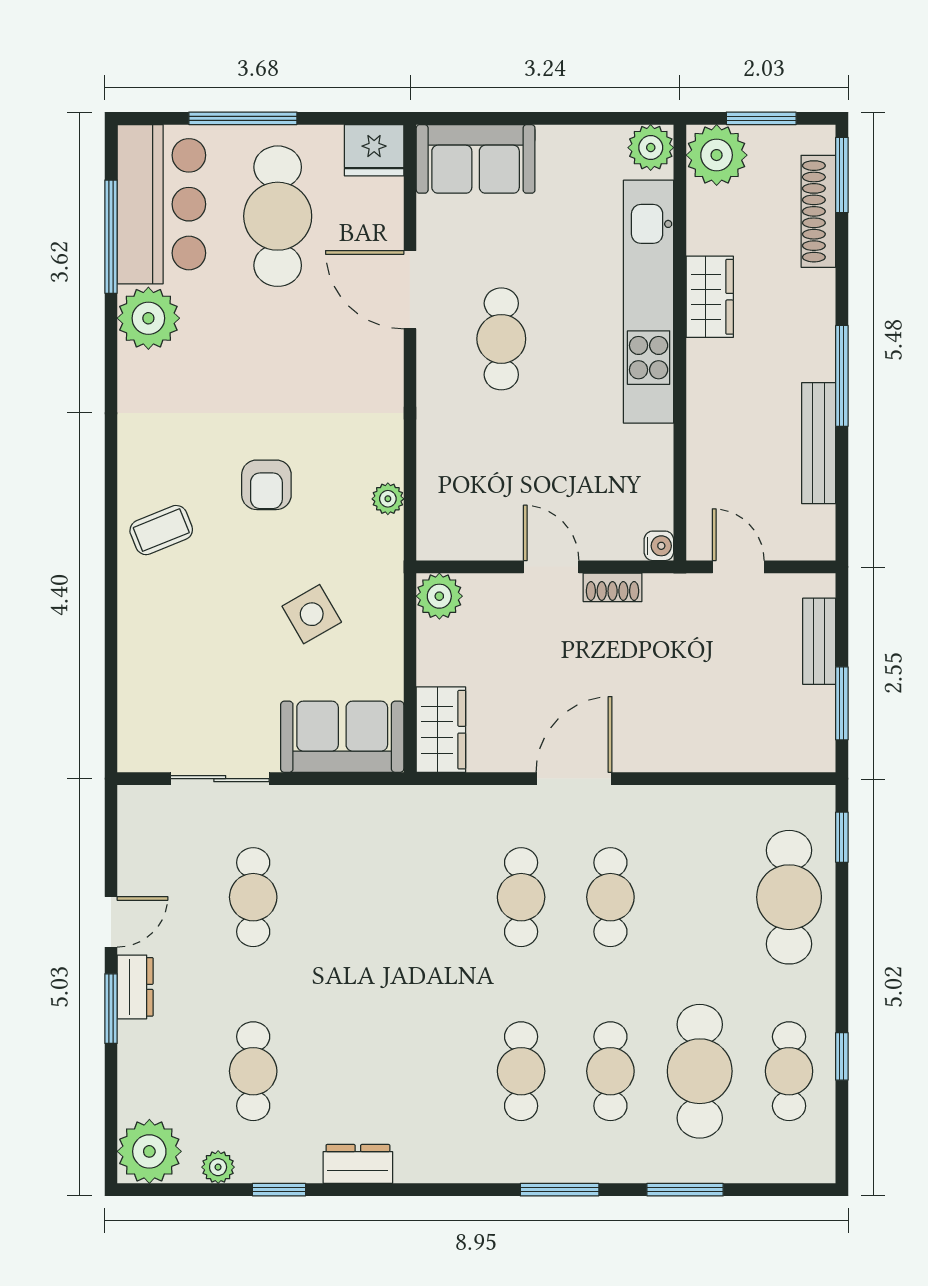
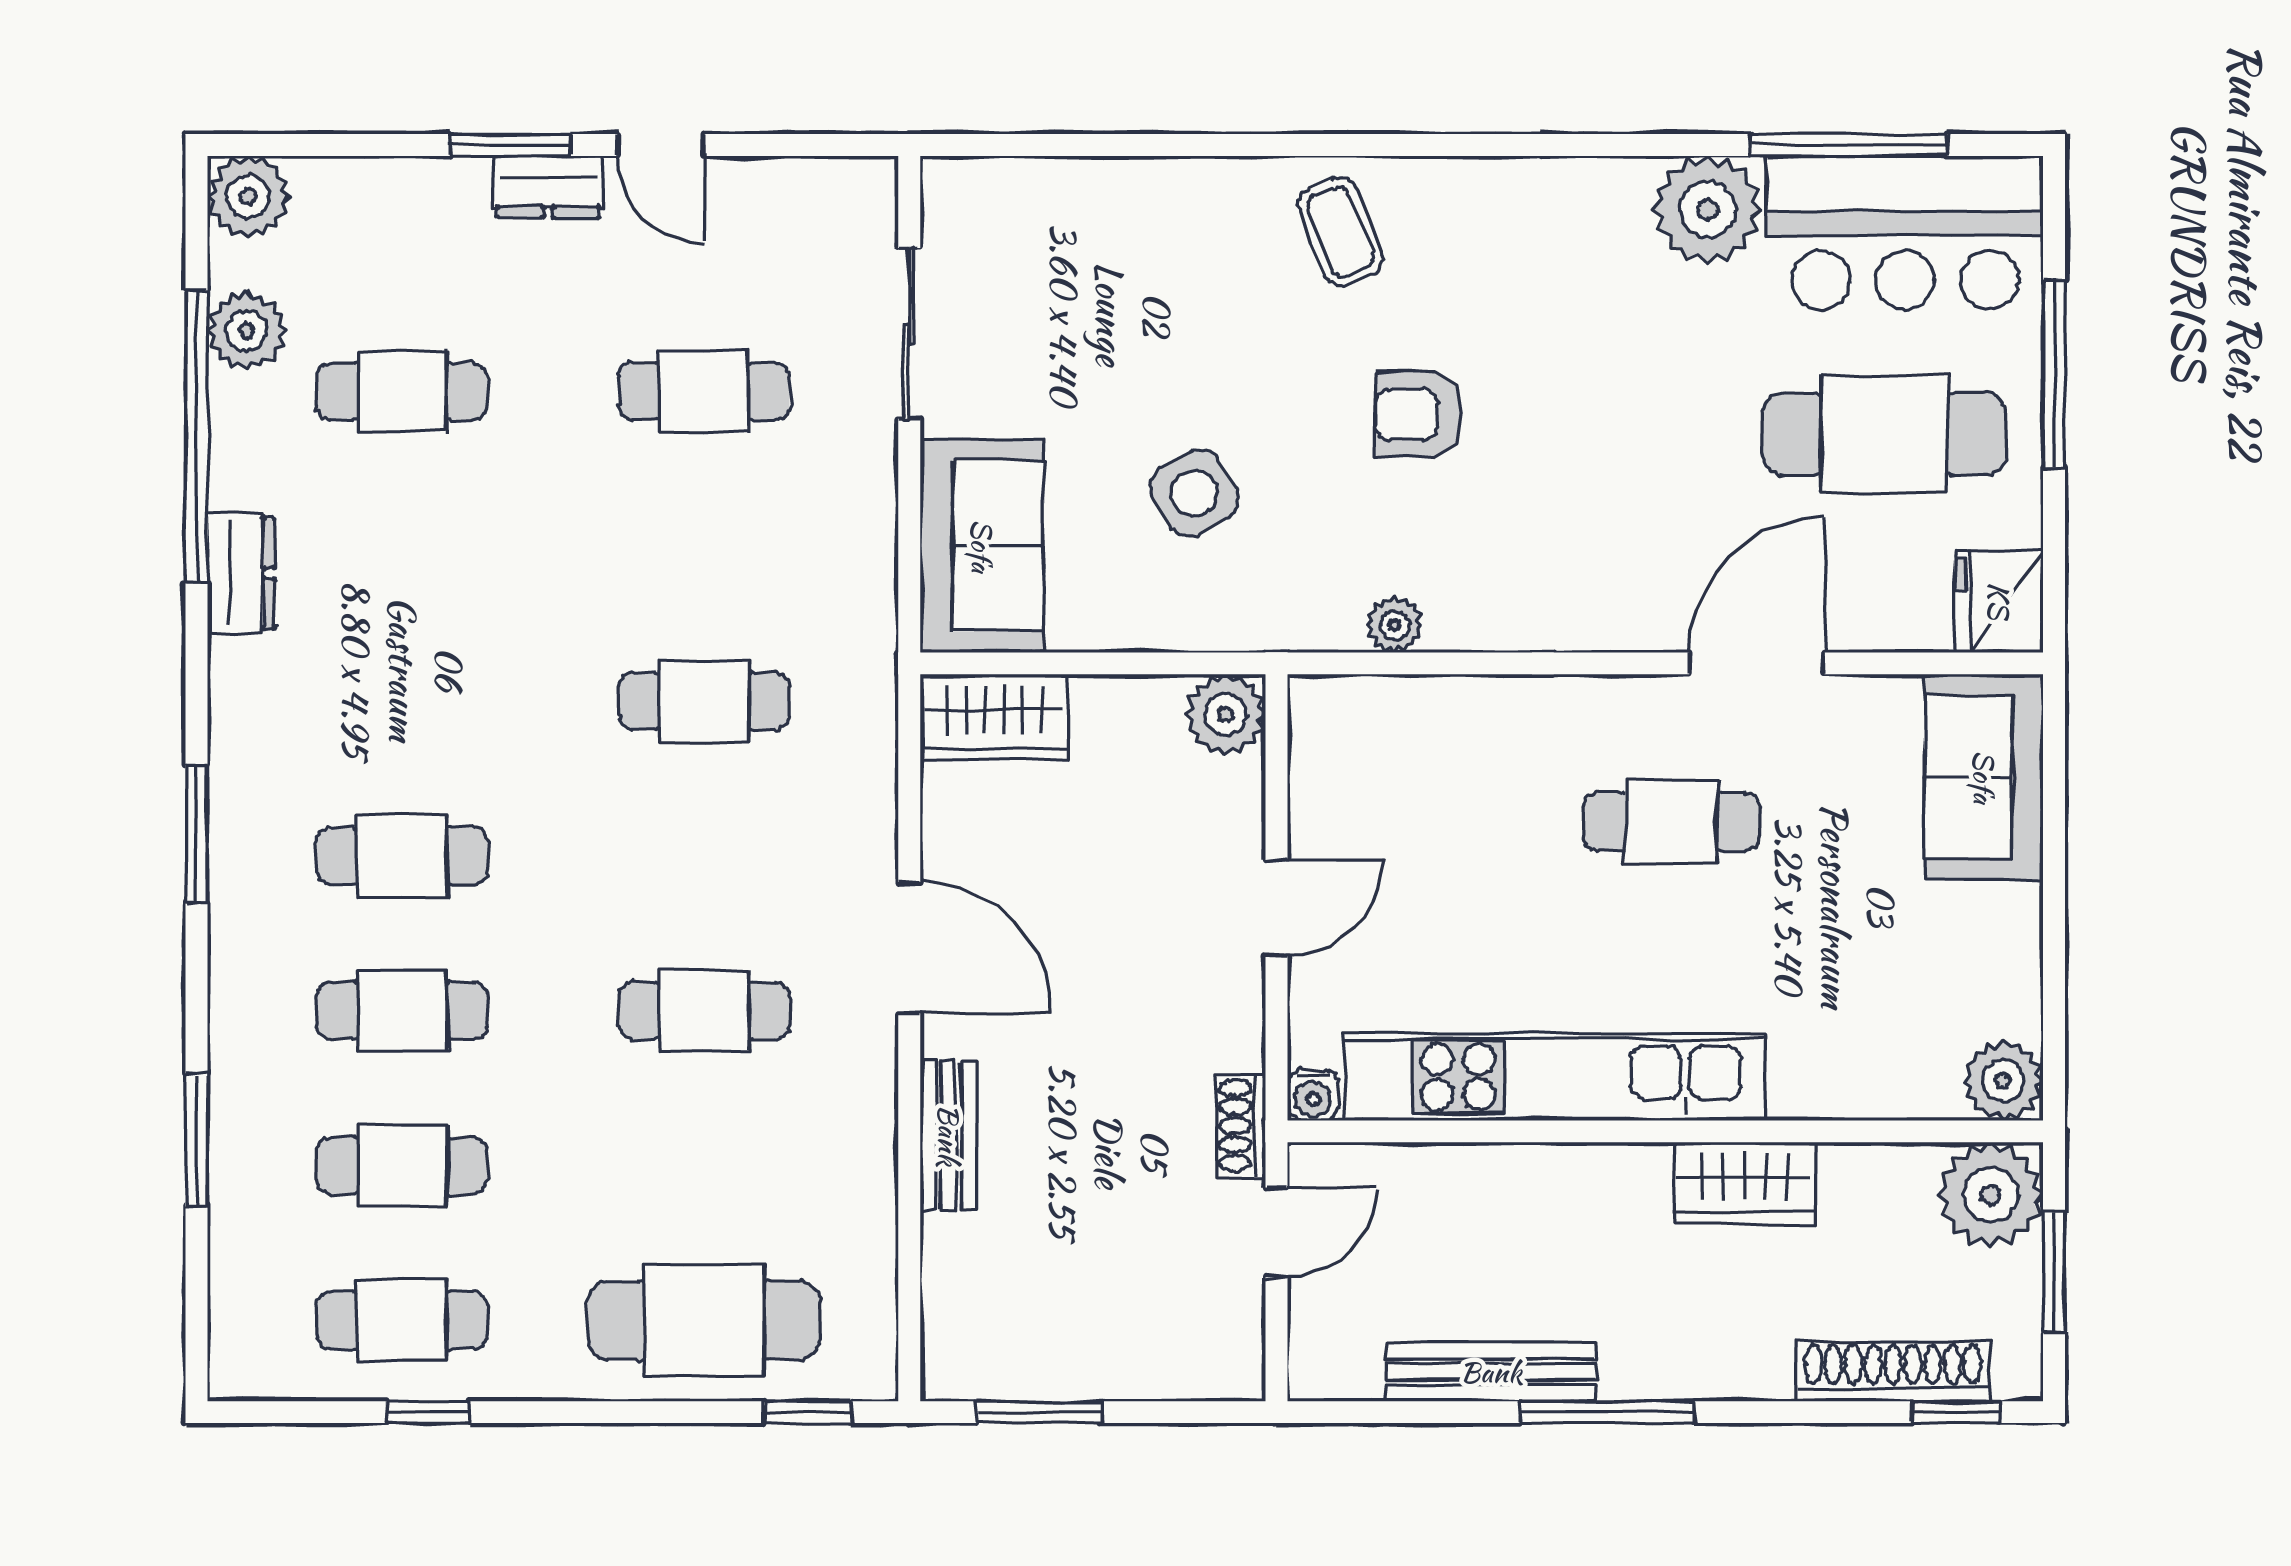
window: (842, 175) -> (1956, 1412), width x0.67
kitchen unit: (649, 302) -> (1555, 1077), moved
shoe rack: (613, 587) -> (1241, 1126), moved
bench: (819, 641) -> (949, 1135), moved, turned 90
cafe table: (521, 897) -> (704, 701), moved
cafe table: (700, 1071) -> (402, 1166), width x0.73, depth x0.74
plant: (149, 1151) -> (248, 197), width x0.73, depth x0.73
plant: (218, 1167) -> (246, 331), width x1.38, depth x1.38
window: (279, 1190) -> (196, 436), width x3.17
window: (560, 1190) -> (196, 833), moved

